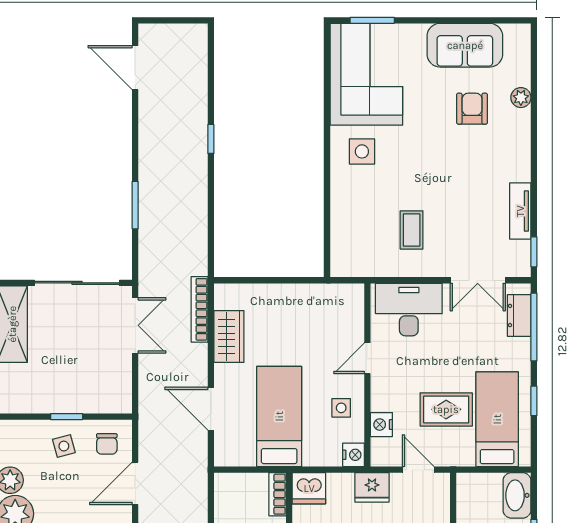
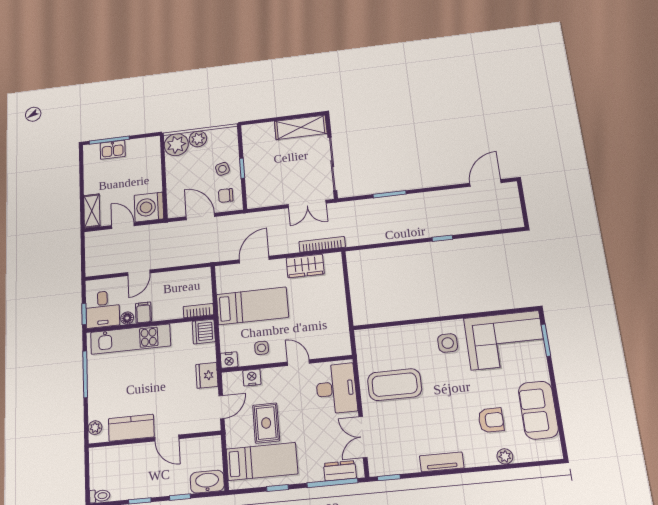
tv unit: (520, 211) -> (442, 462), moved
coffee table: (412, 230) -> (395, 385), width x1.86, depth x1.72

